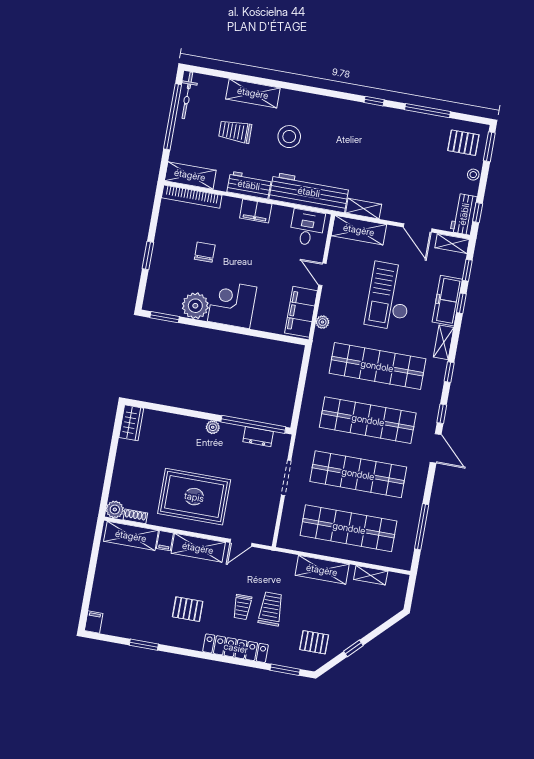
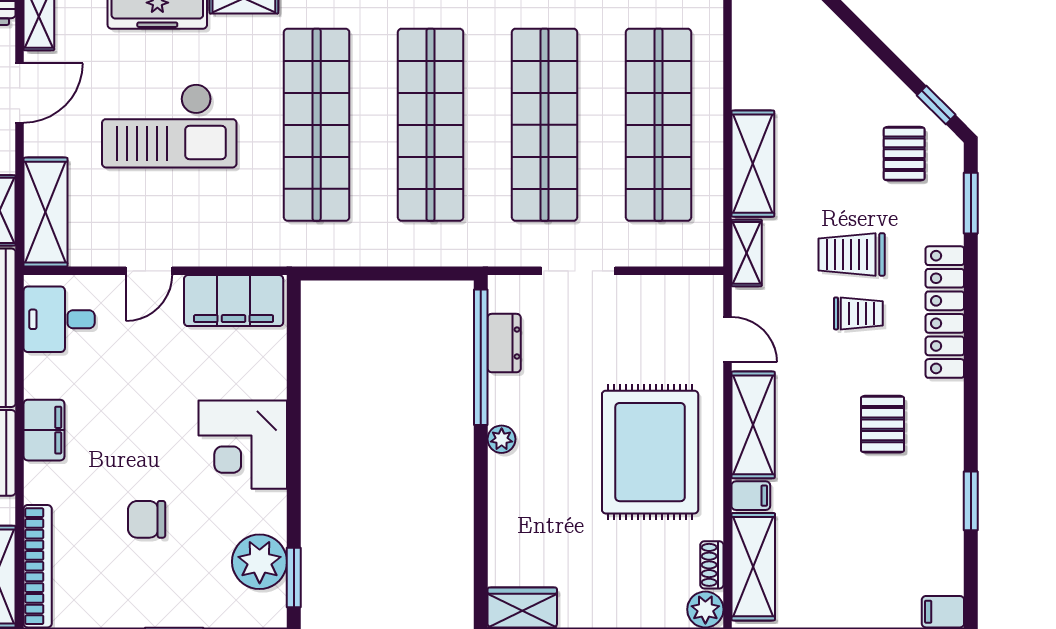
plant: (195, 306) -> (260, 562), moved
plant: (322, 322) -> (247, 253), removed
shelving: (371, 575) -> (747, 253), moved
window: (353, 648) -> (936, 105), moved

